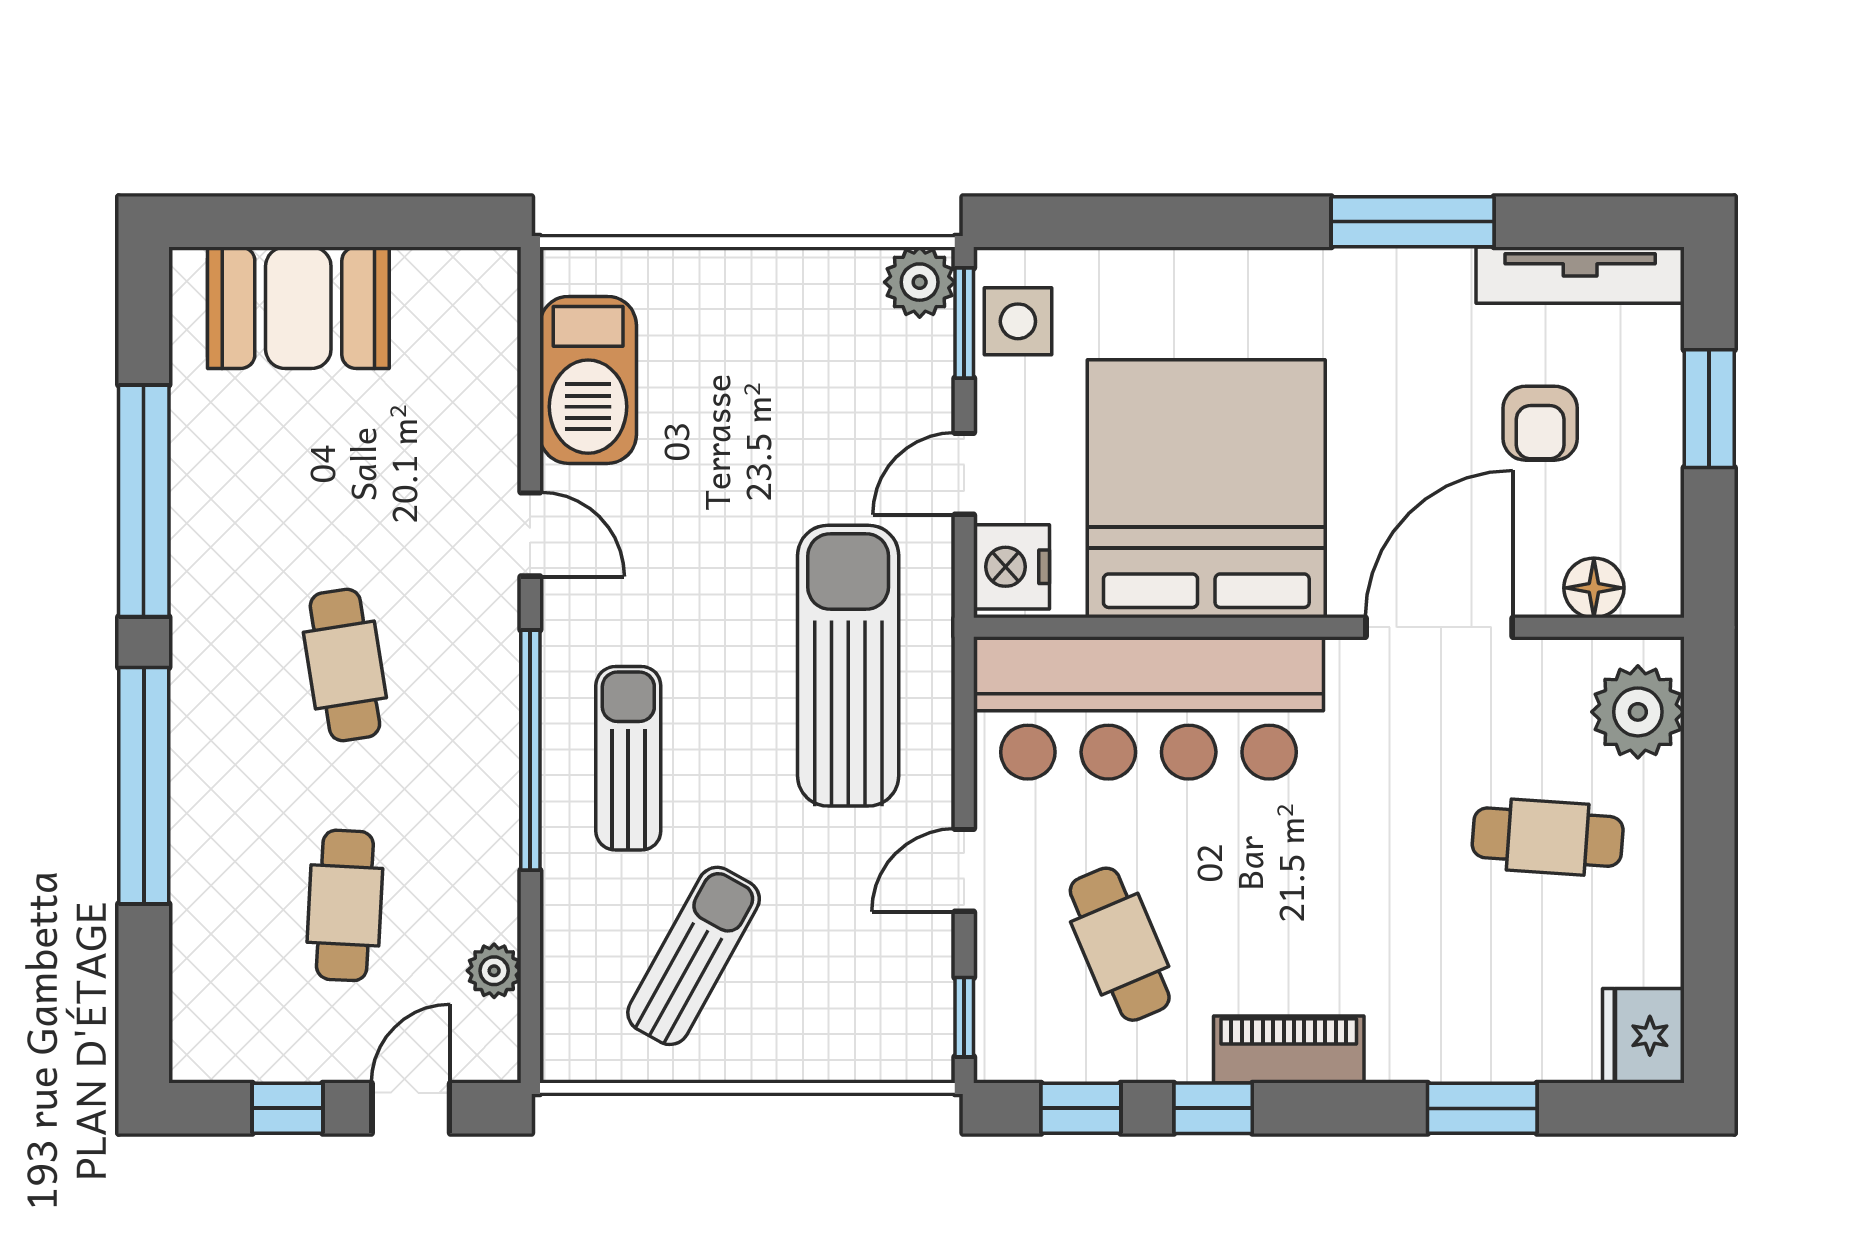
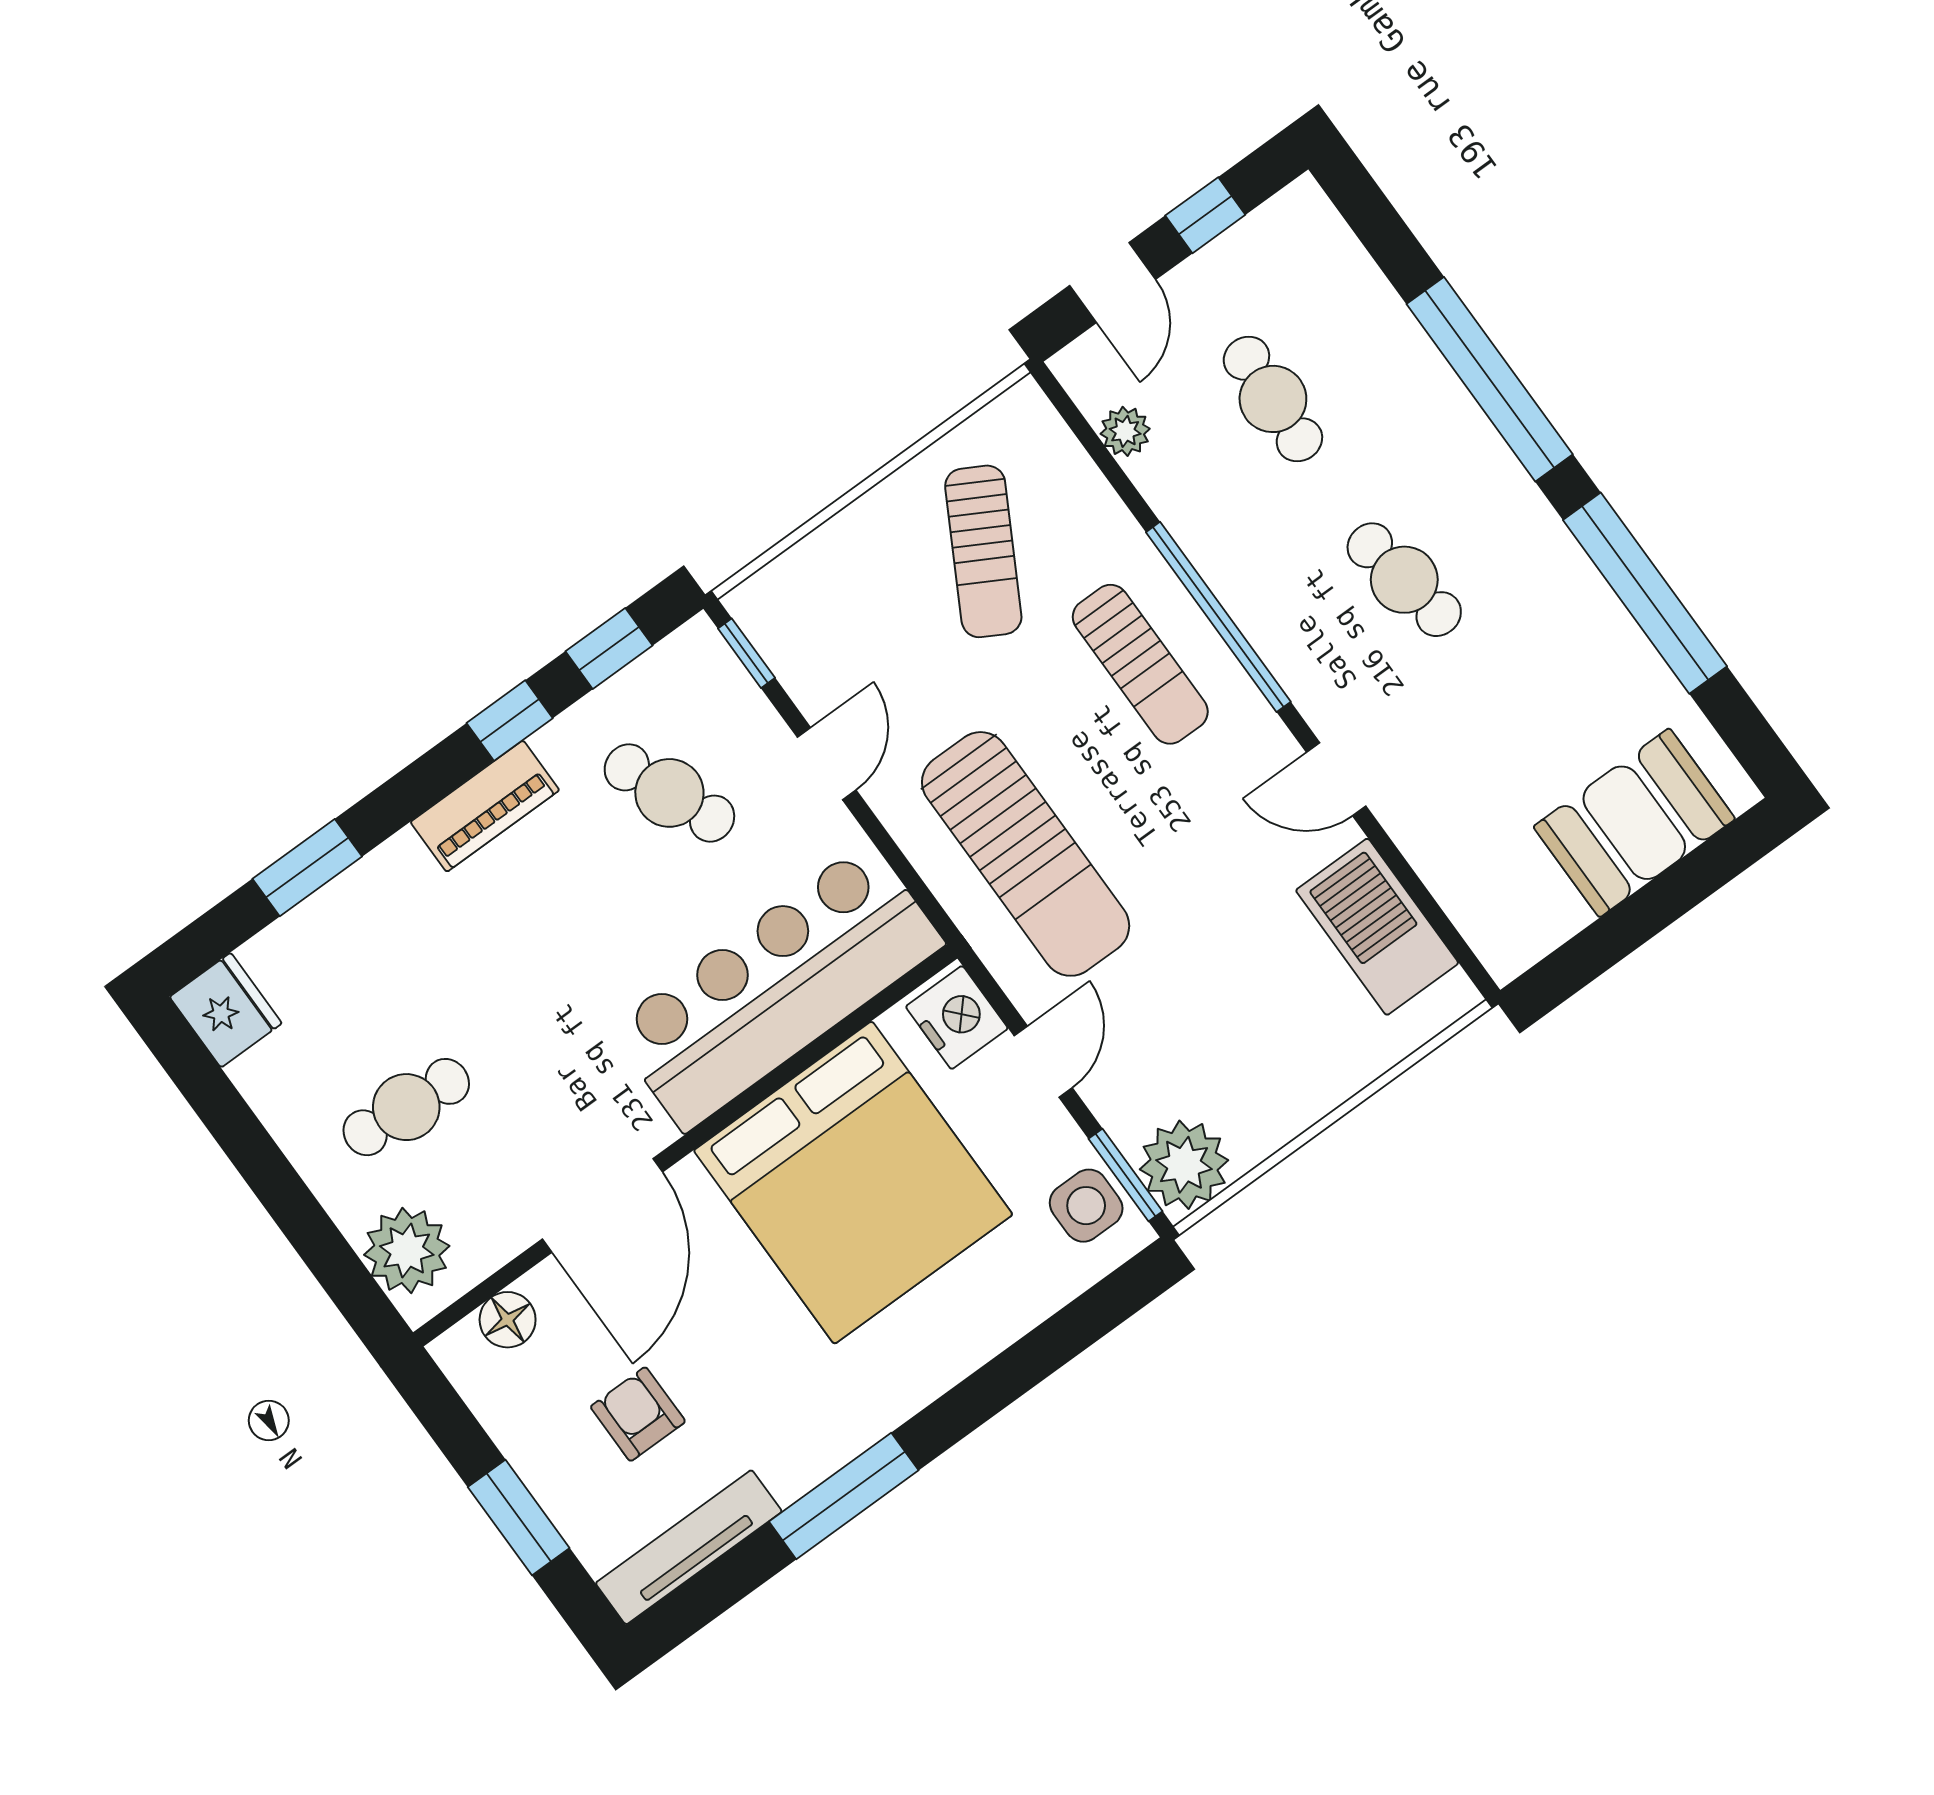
plant: (920, 282) -> (1184, 1165), width x1.36, depth x1.36

